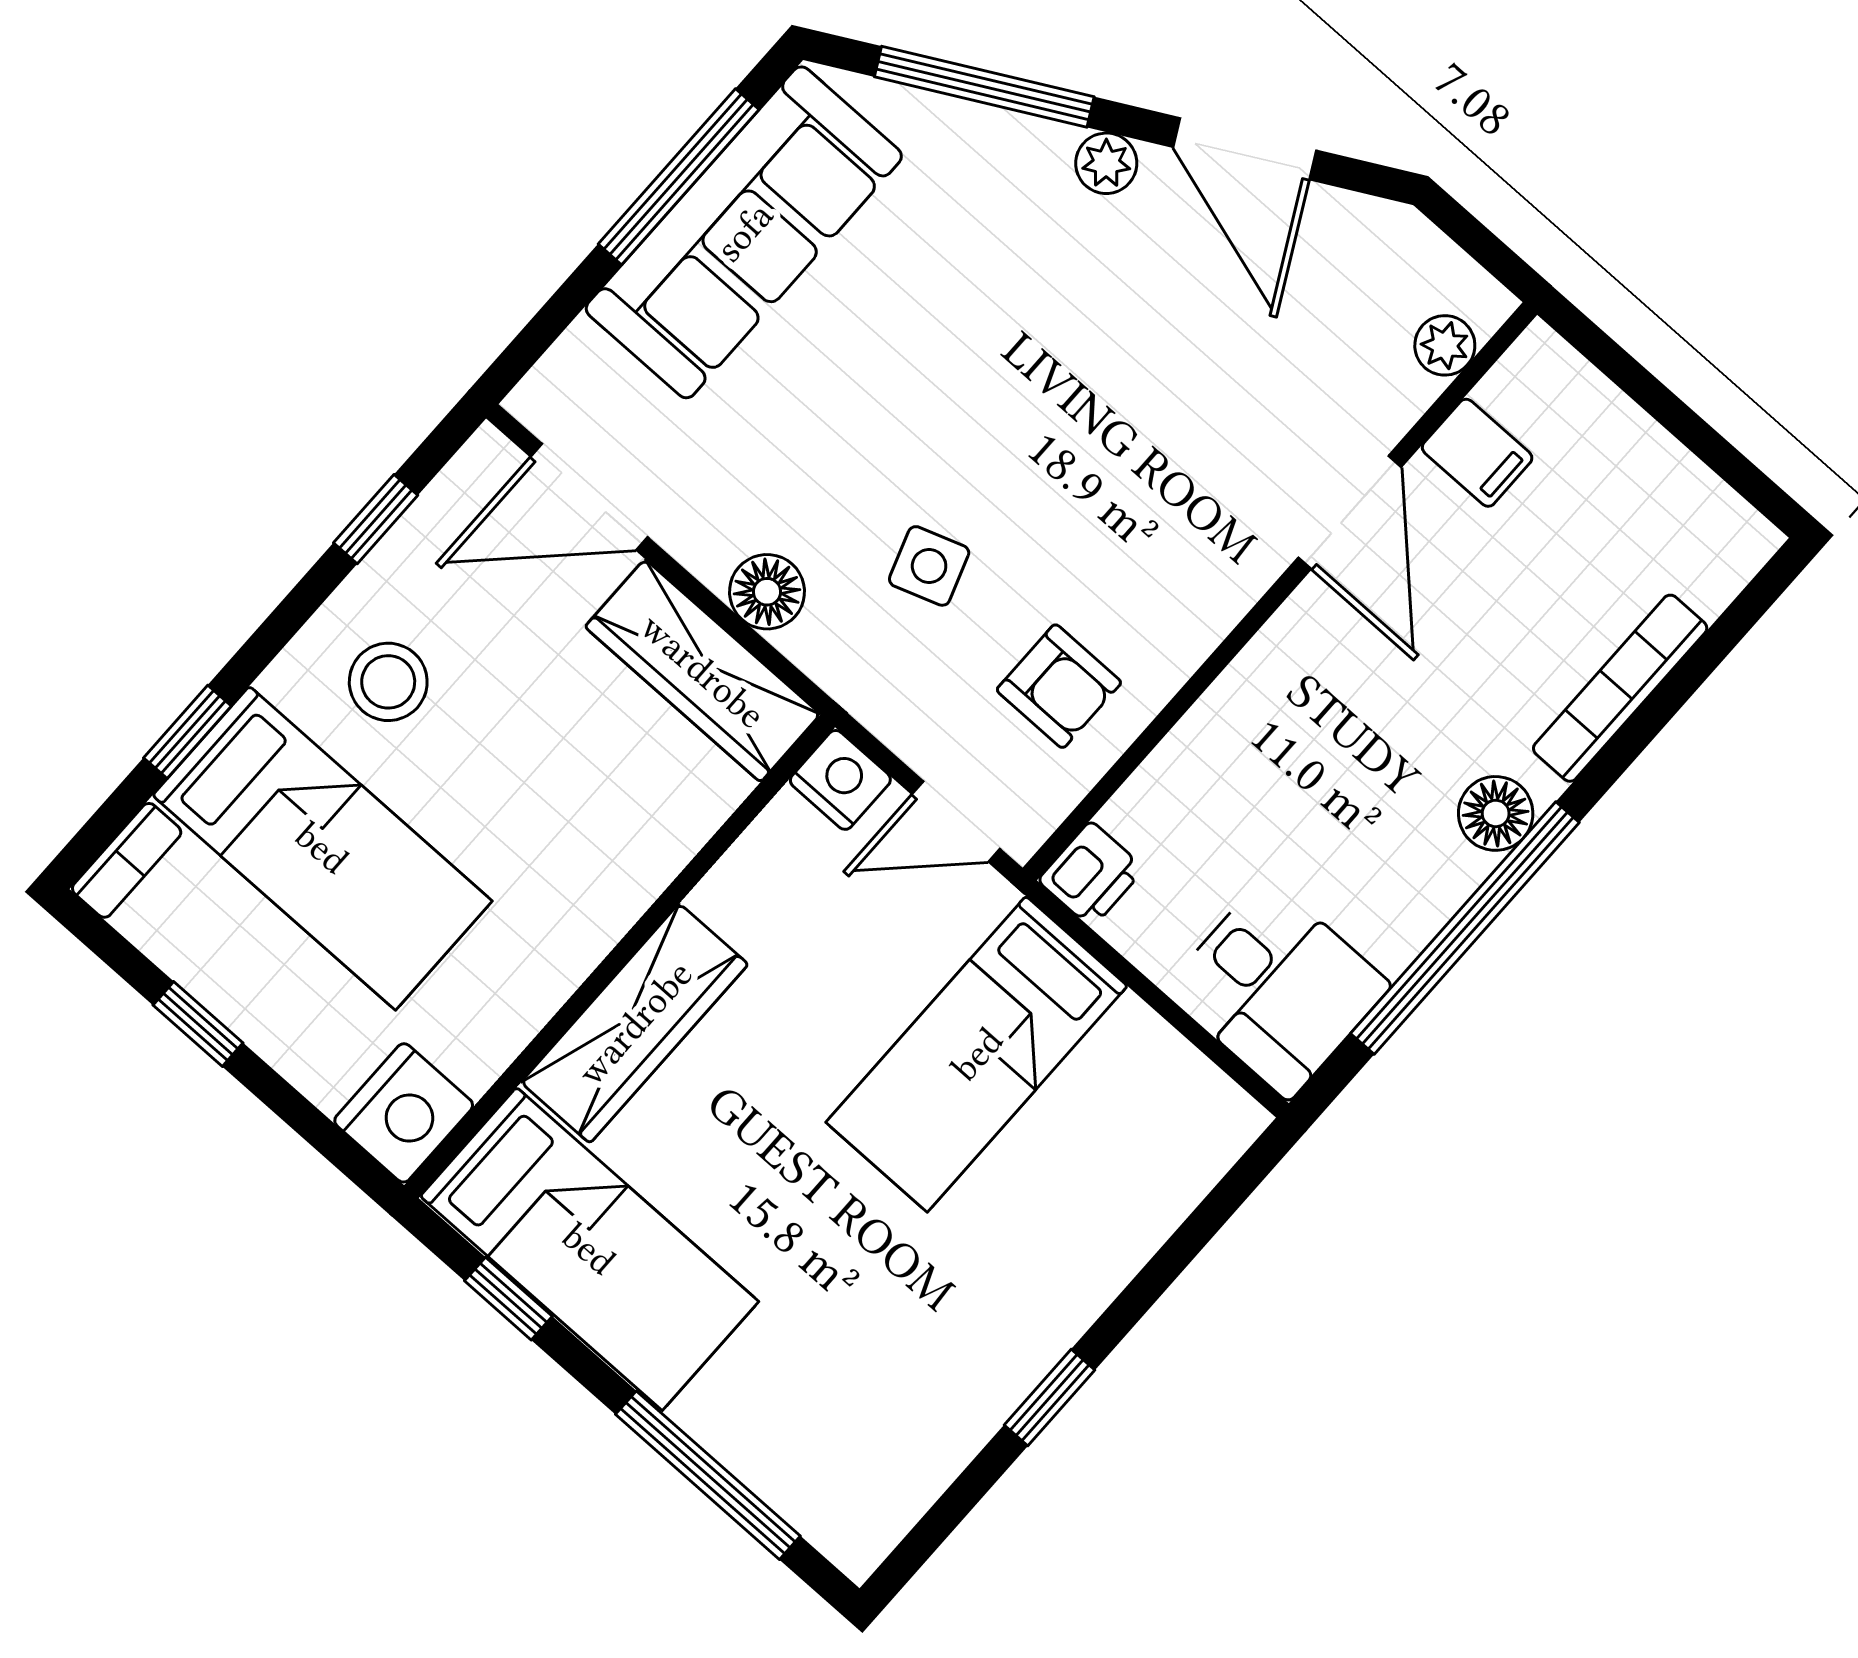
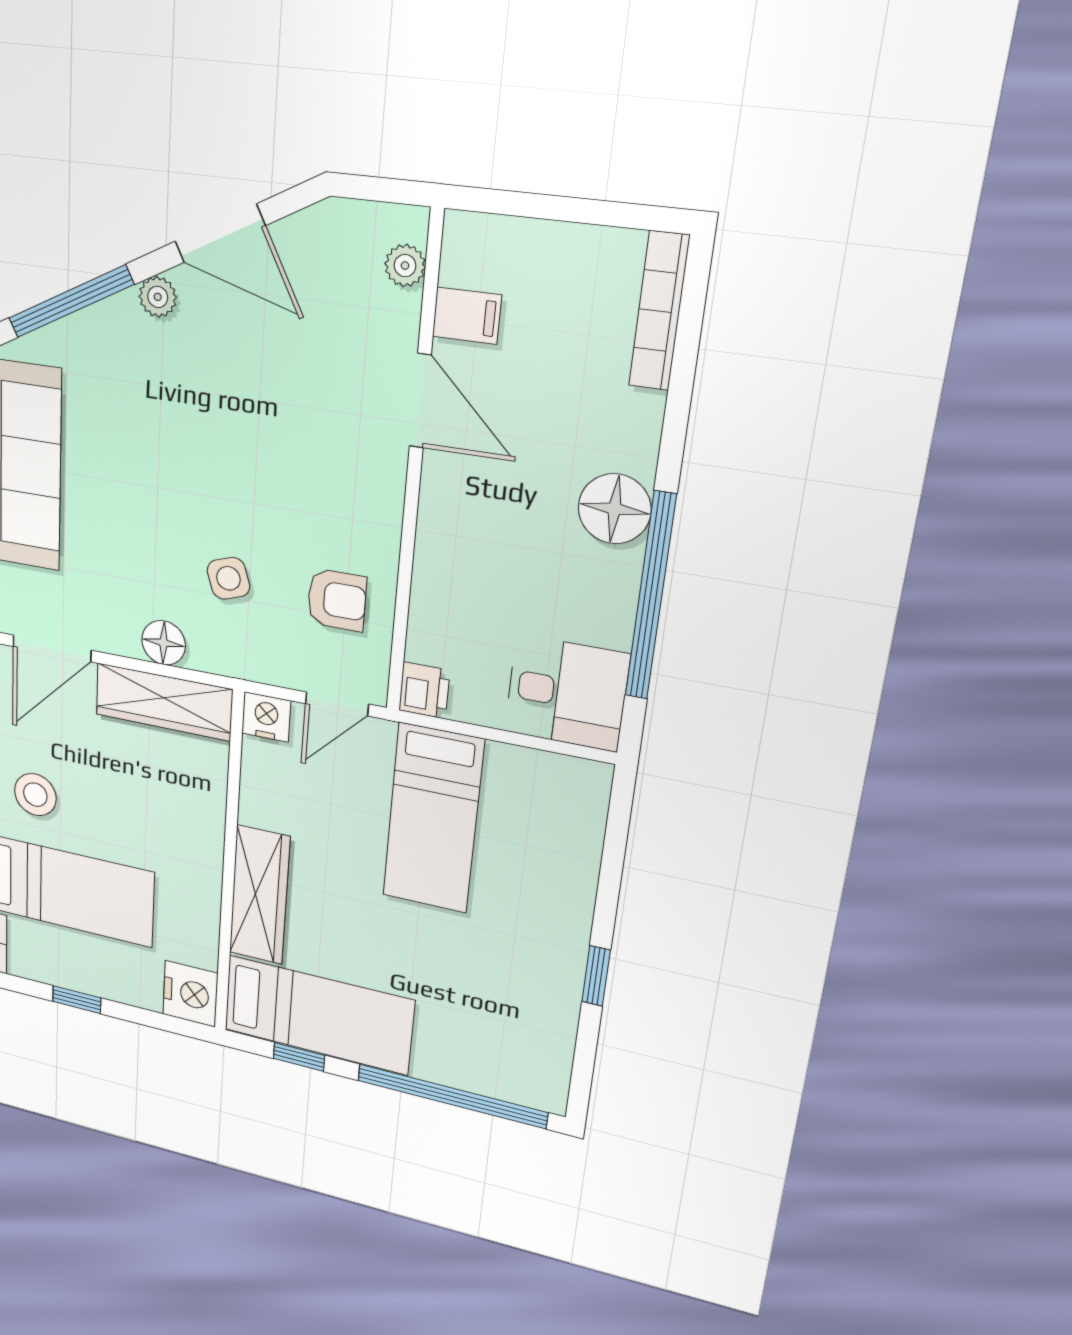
bookcase: (1620, 688) -> (659, 311), moved
floor lamp: (1496, 813) -> (615, 509), width x1.38, depth x1.38
window: (708, 1475) -> (452, 1096), width x1.46

